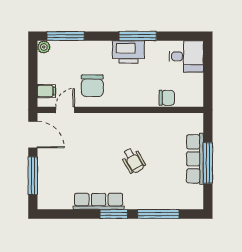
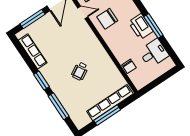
desk: (186, 56) -> (154, 53), moved, turned -90
row of seats: (195, 159) -> (110, 103), width x1.36
row of seats: (99, 201) -> (33, 51), moved

